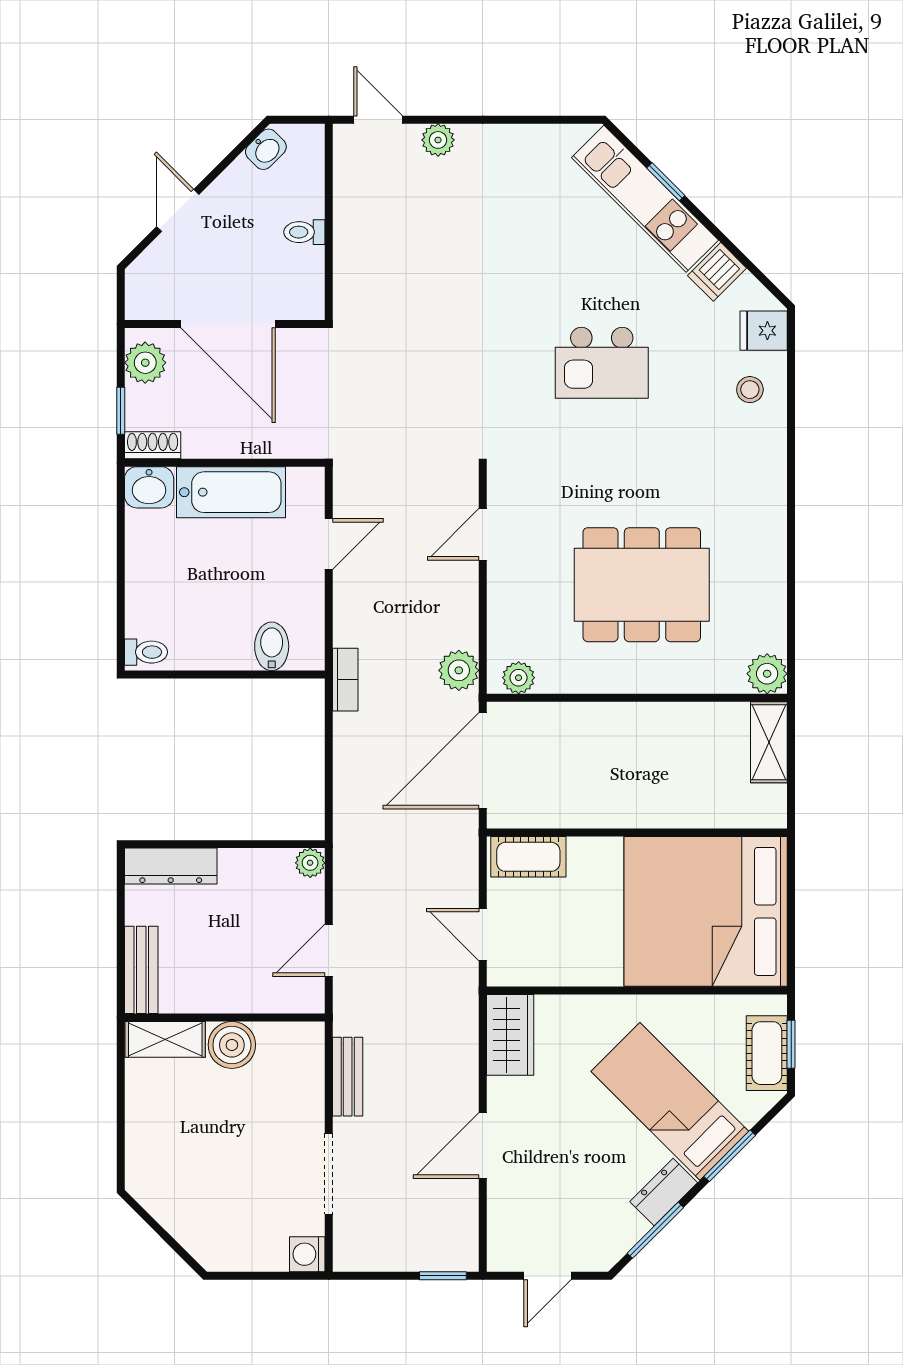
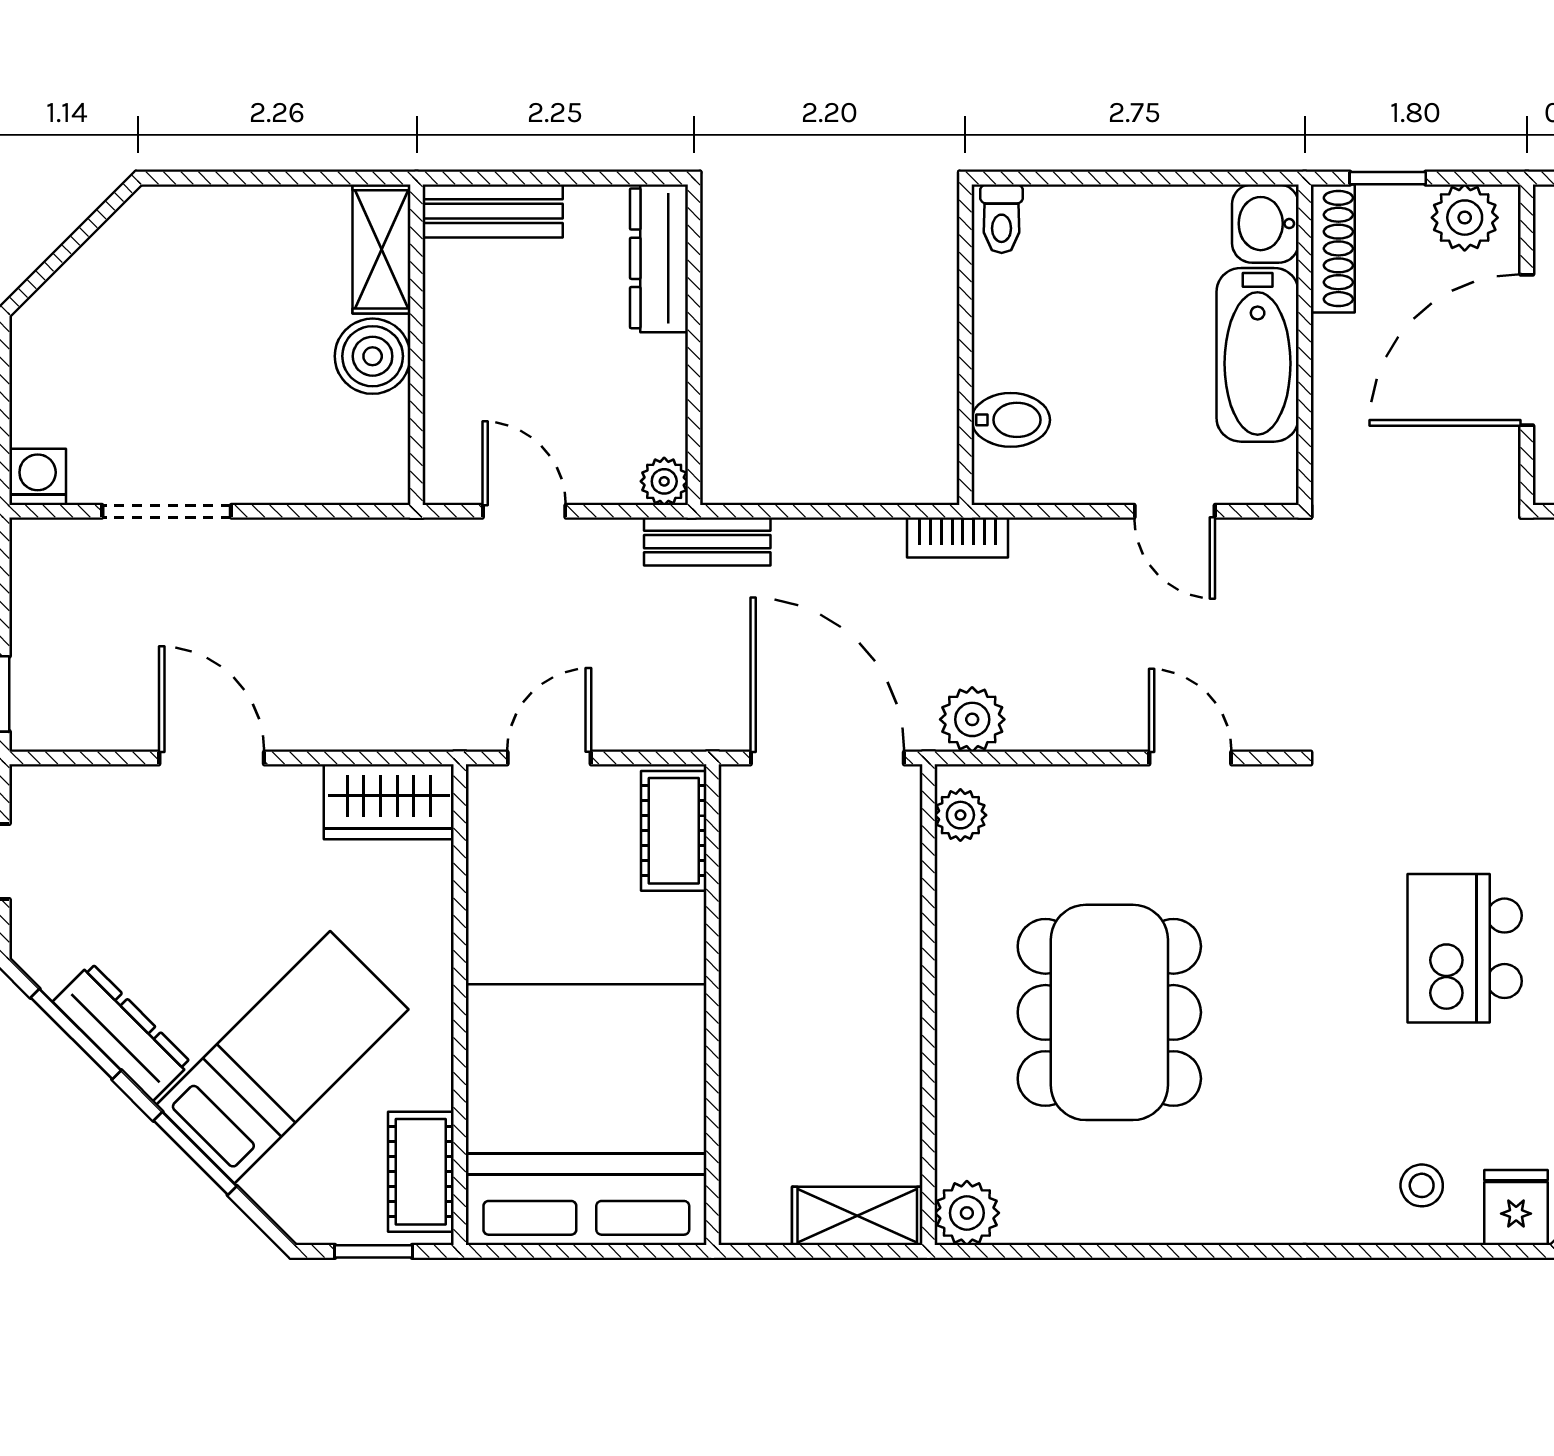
shoe rack: (153, 445) -> (1333, 248), width x1.43
cot: (767, 1053) -> (421, 1172), moved, turned 90
bench: (348, 1077) -> (707, 542), moved
dresser: (664, 1192) -> (122, 1032), width x1.44

